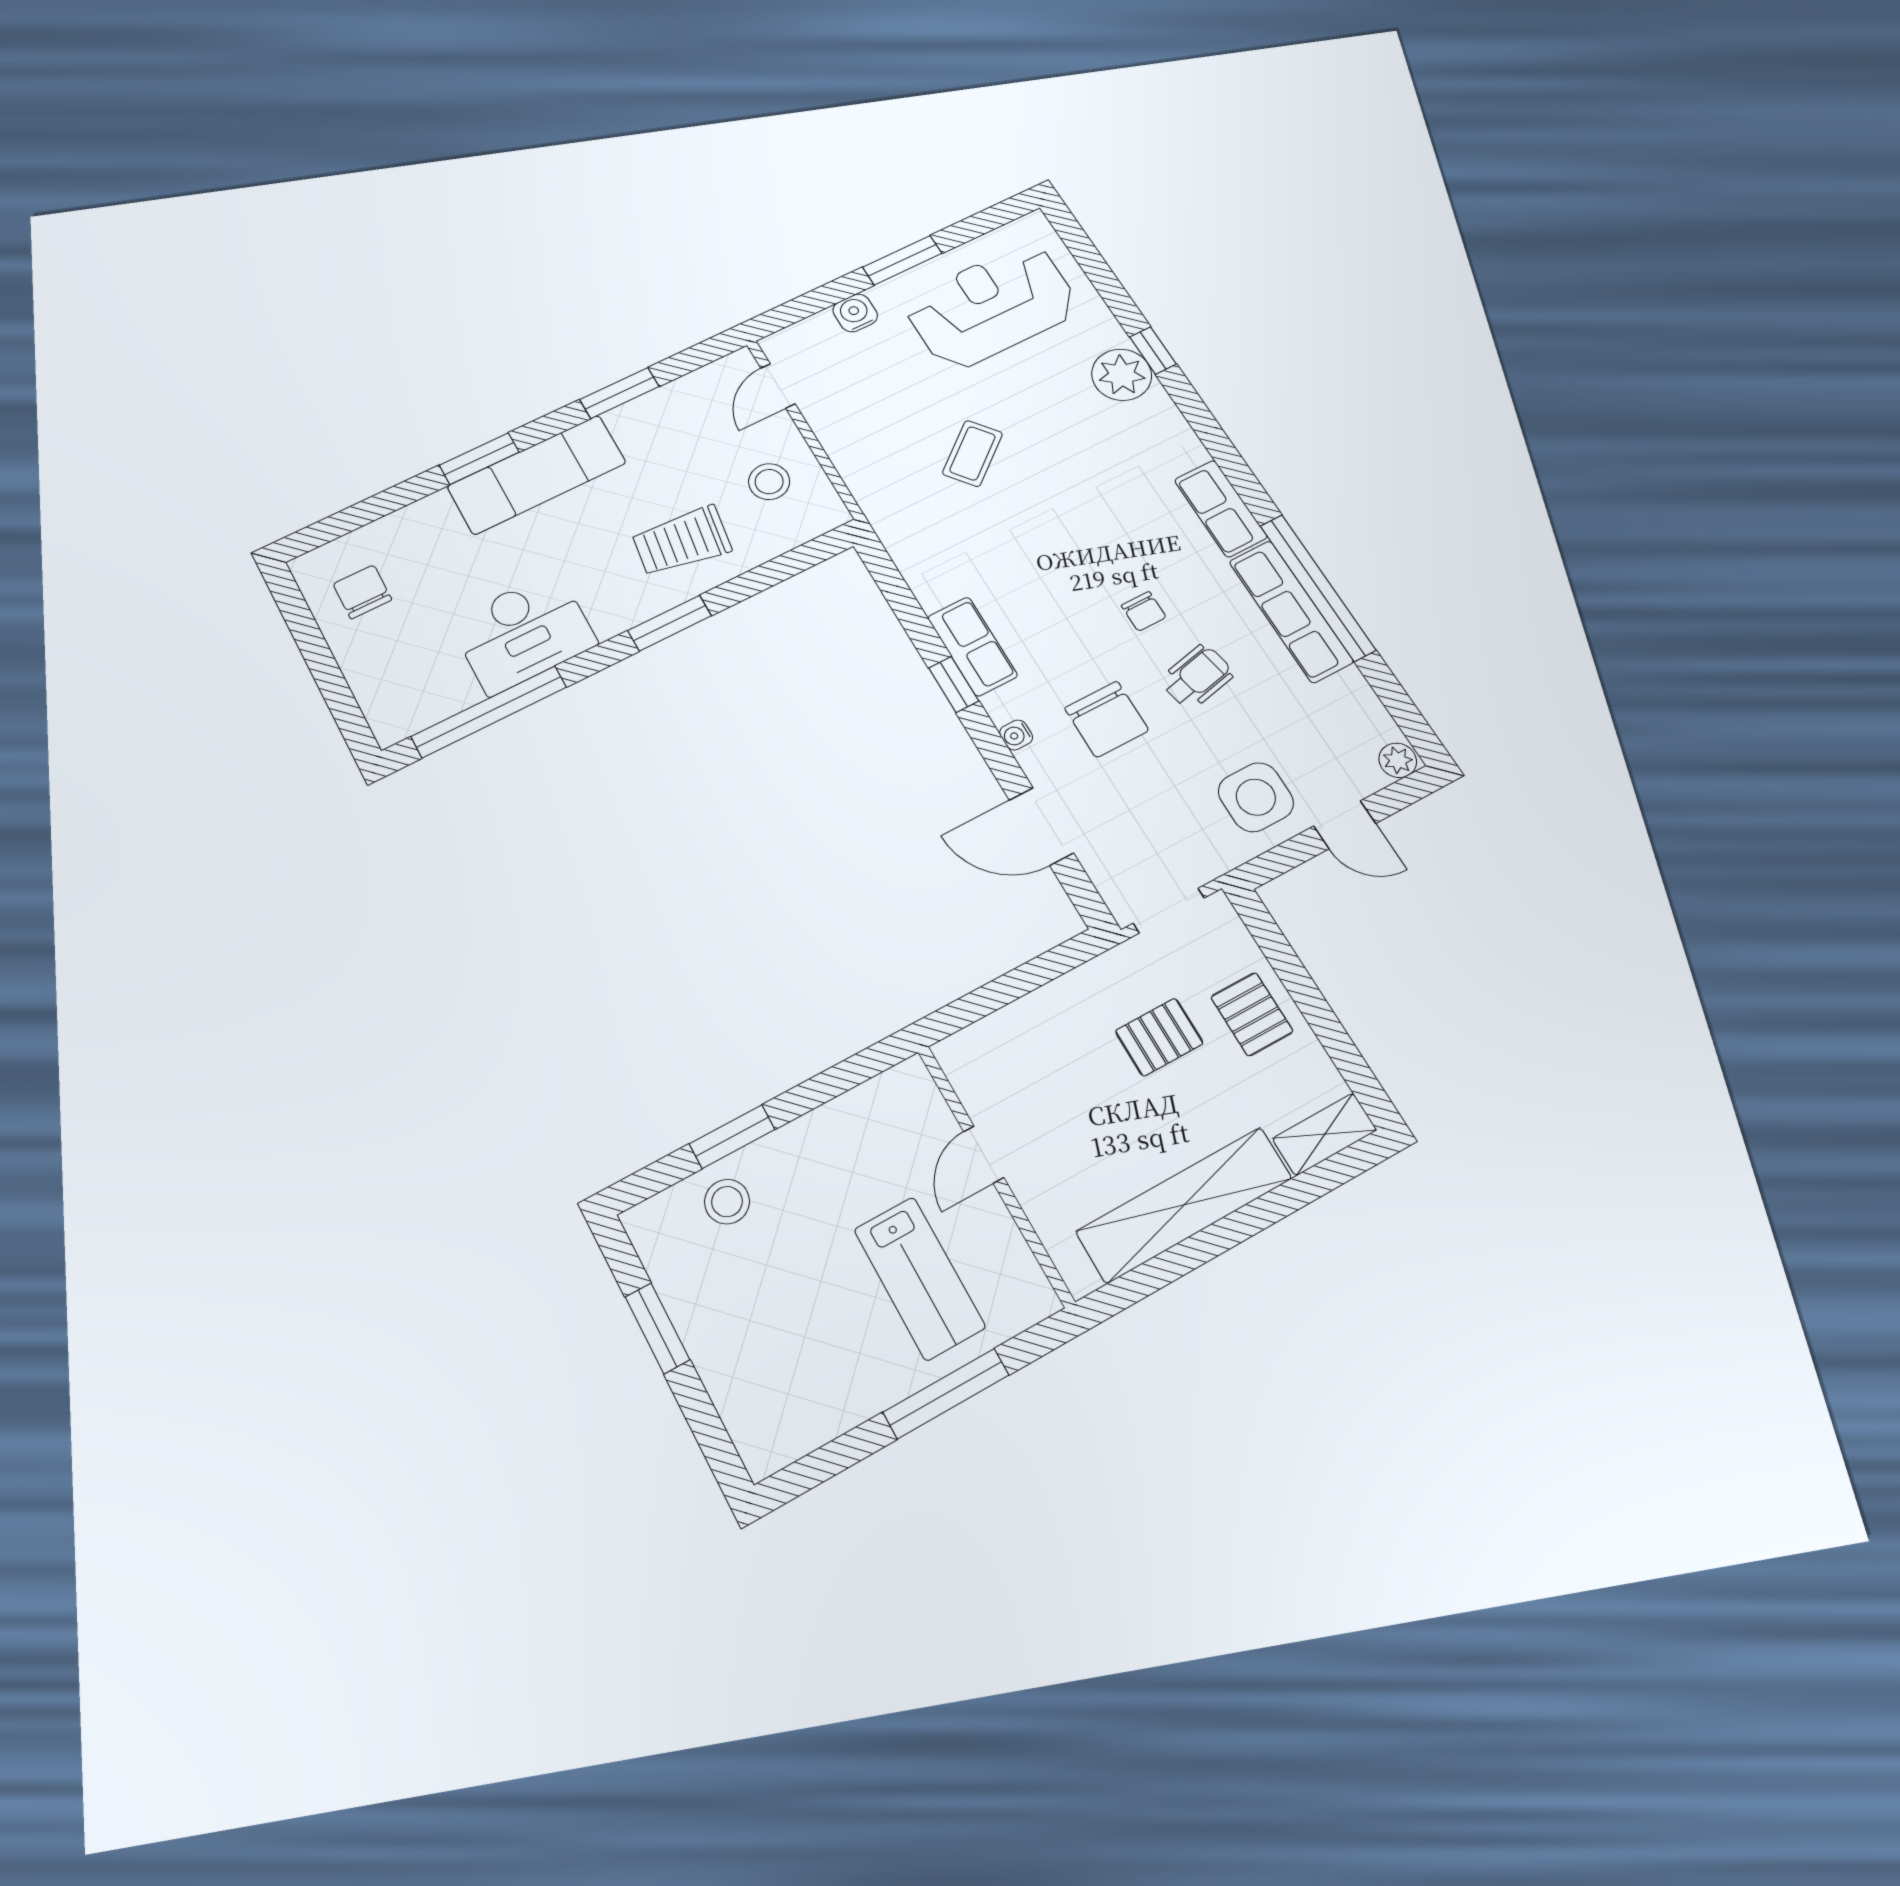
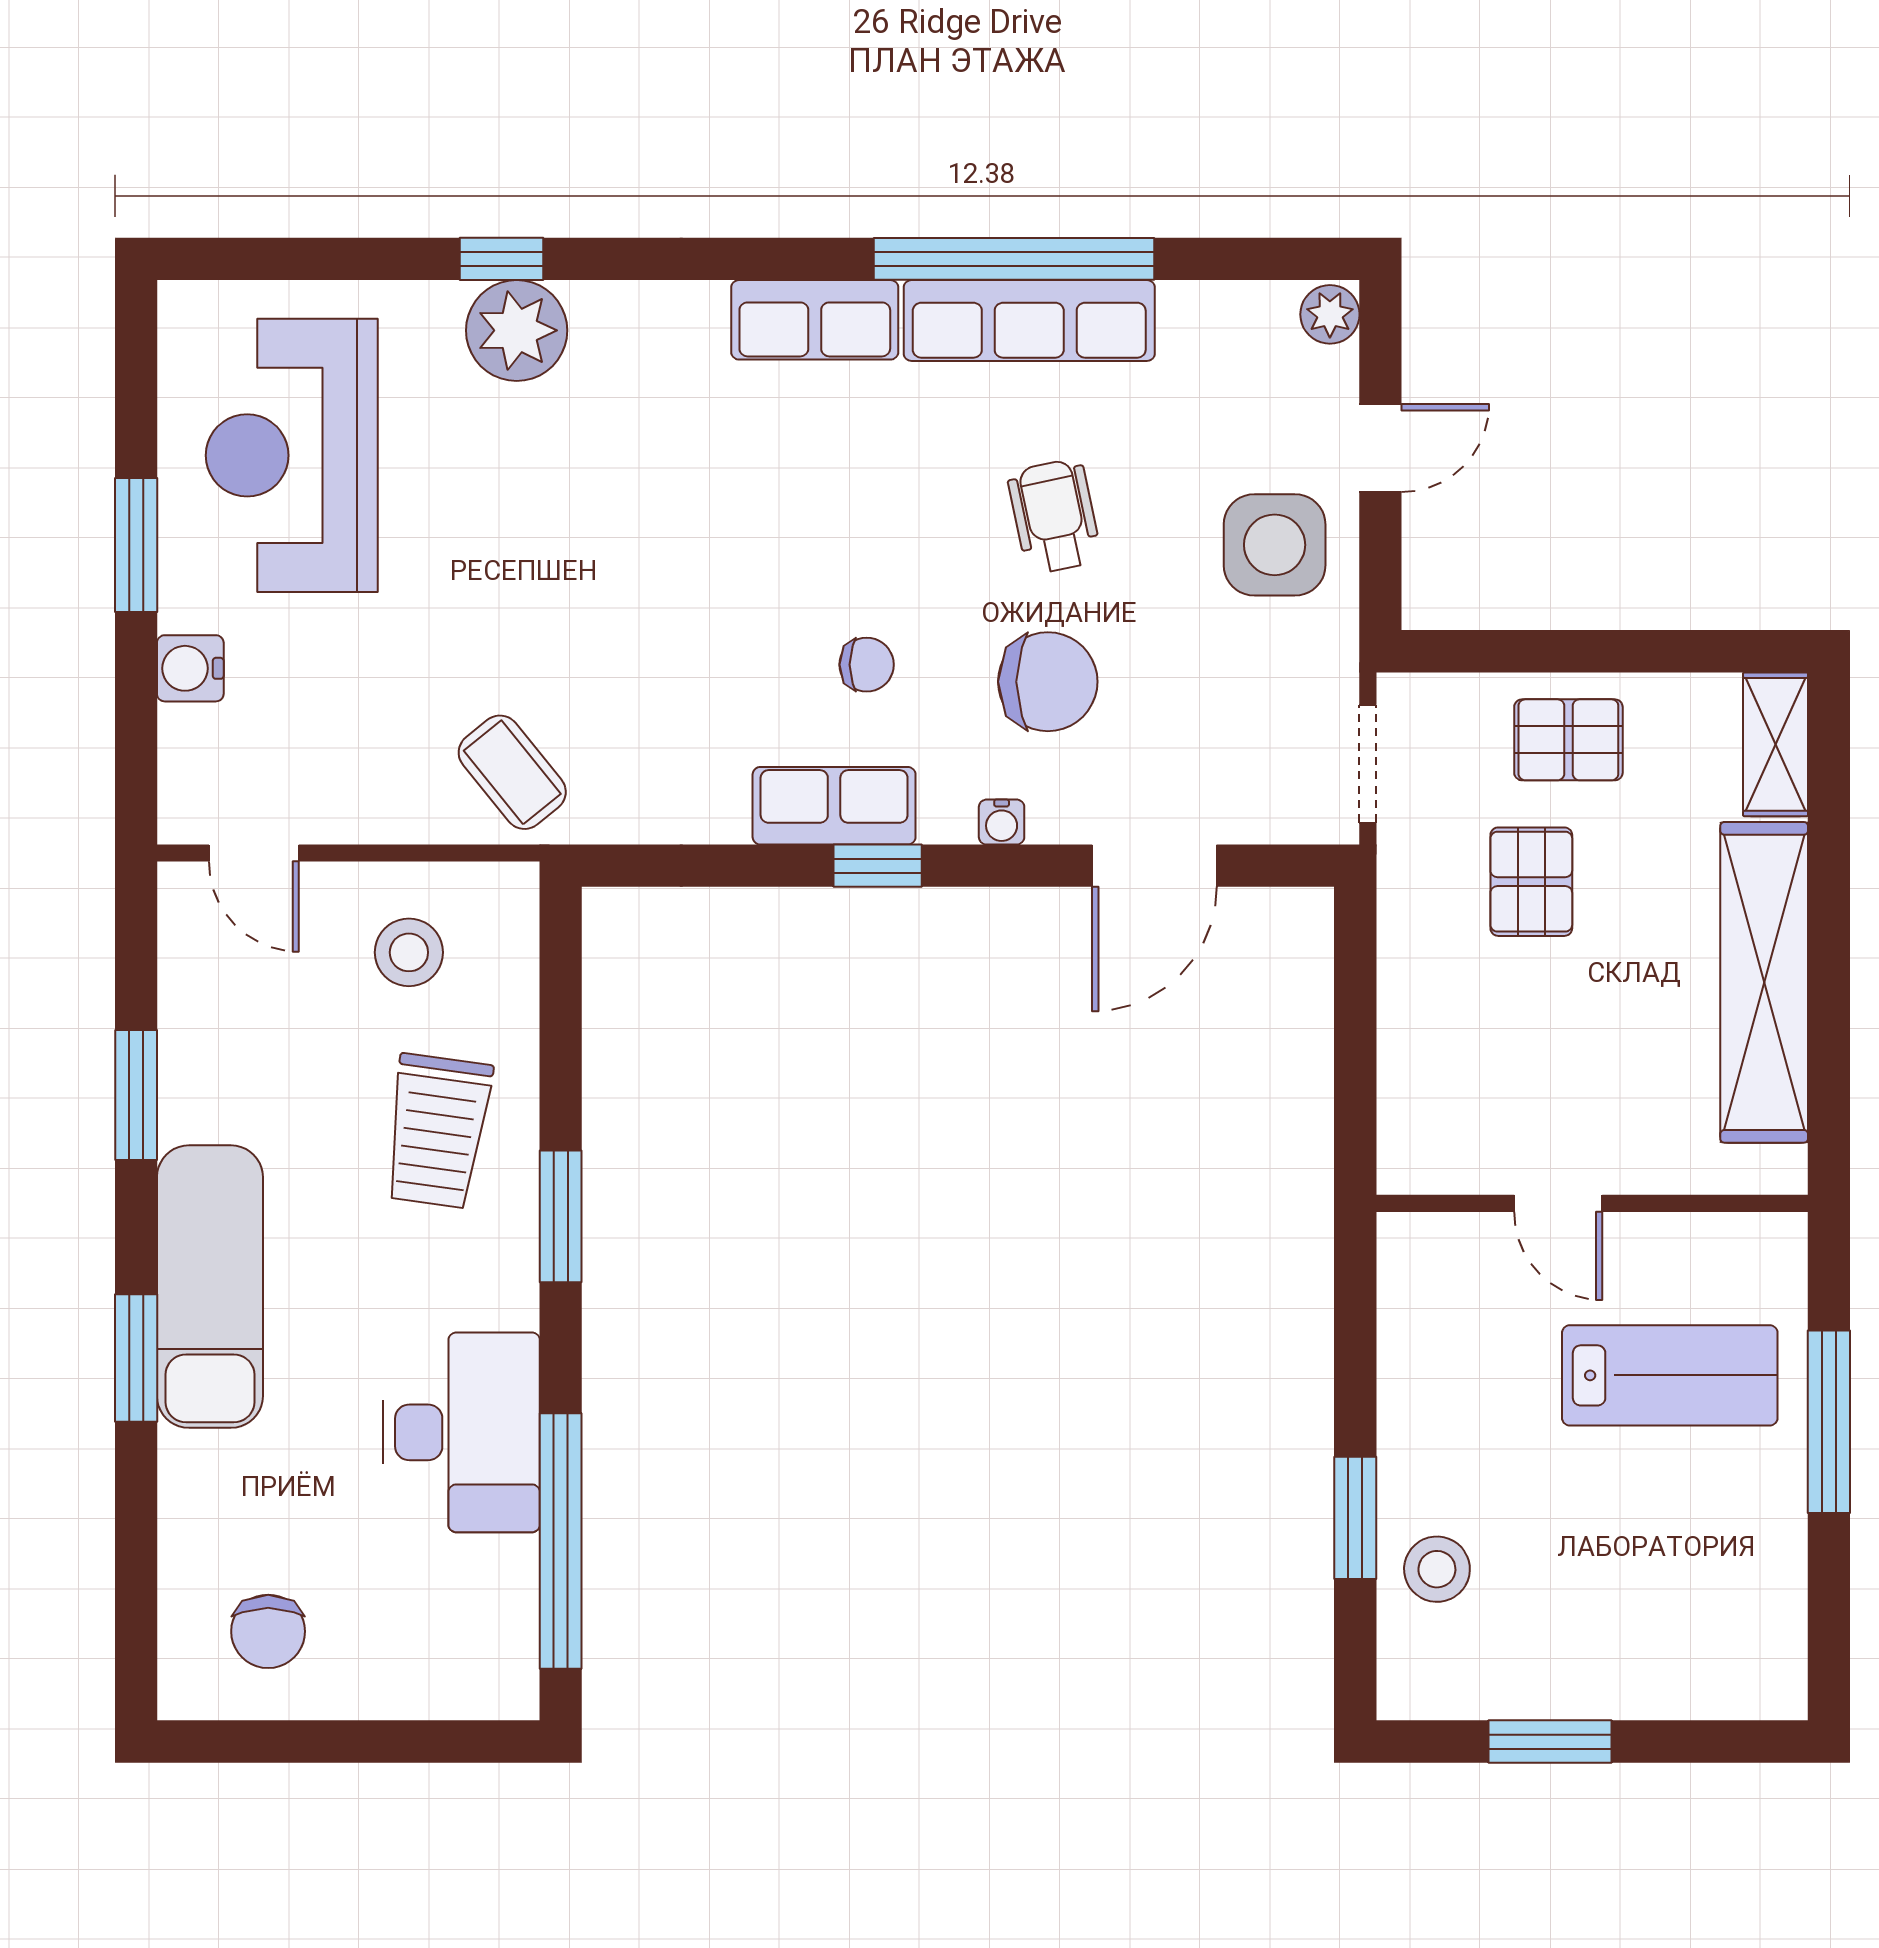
coffee table: (972, 453) -> (512, 772), moved
chair: (362, 592) -> (268, 1631), turned -90
chair: (1144, 611) -> (867, 665), moved

